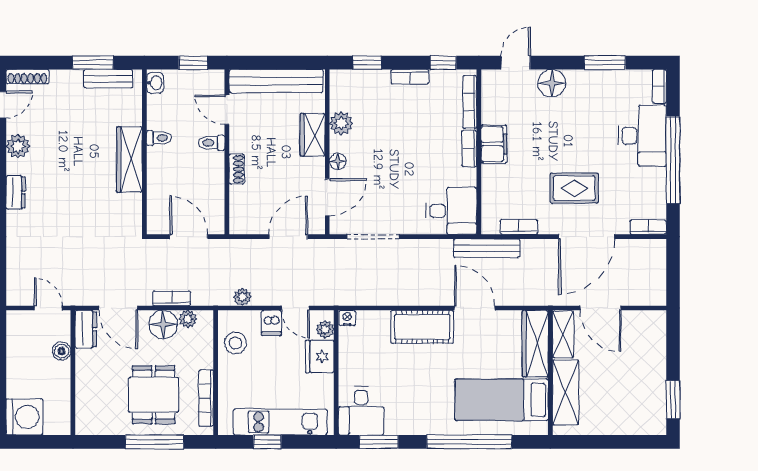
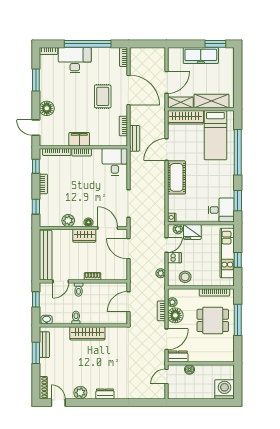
wardrobe: (313, 135) -> (84, 236), moved
bench: (487, 248) -> (135, 138), width x0.73
freezer: (651, 372) -> (201, 56), added

